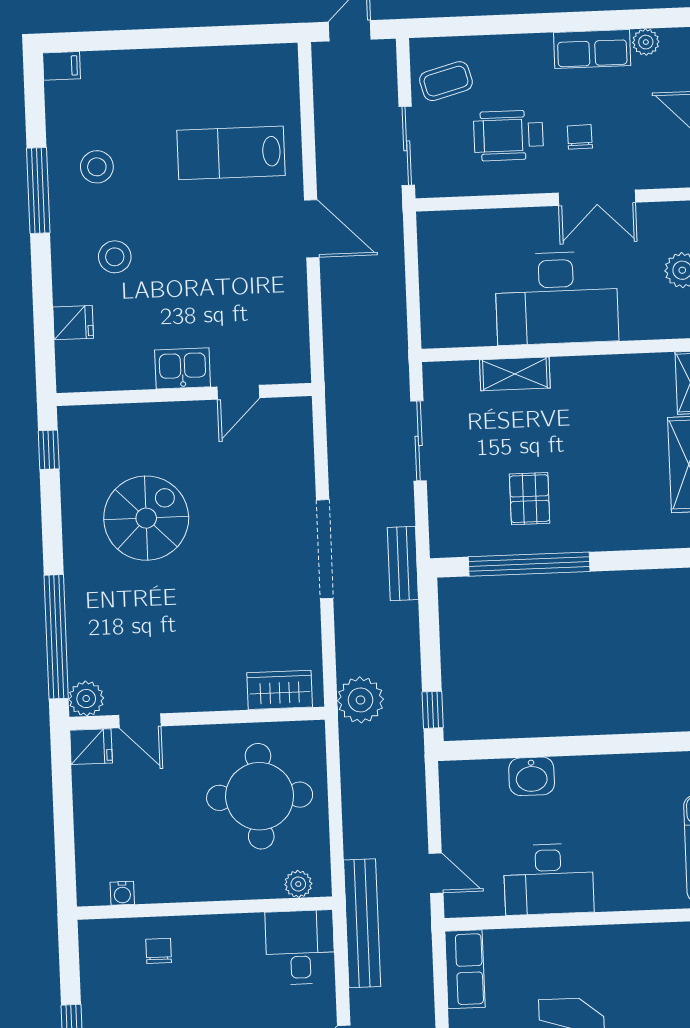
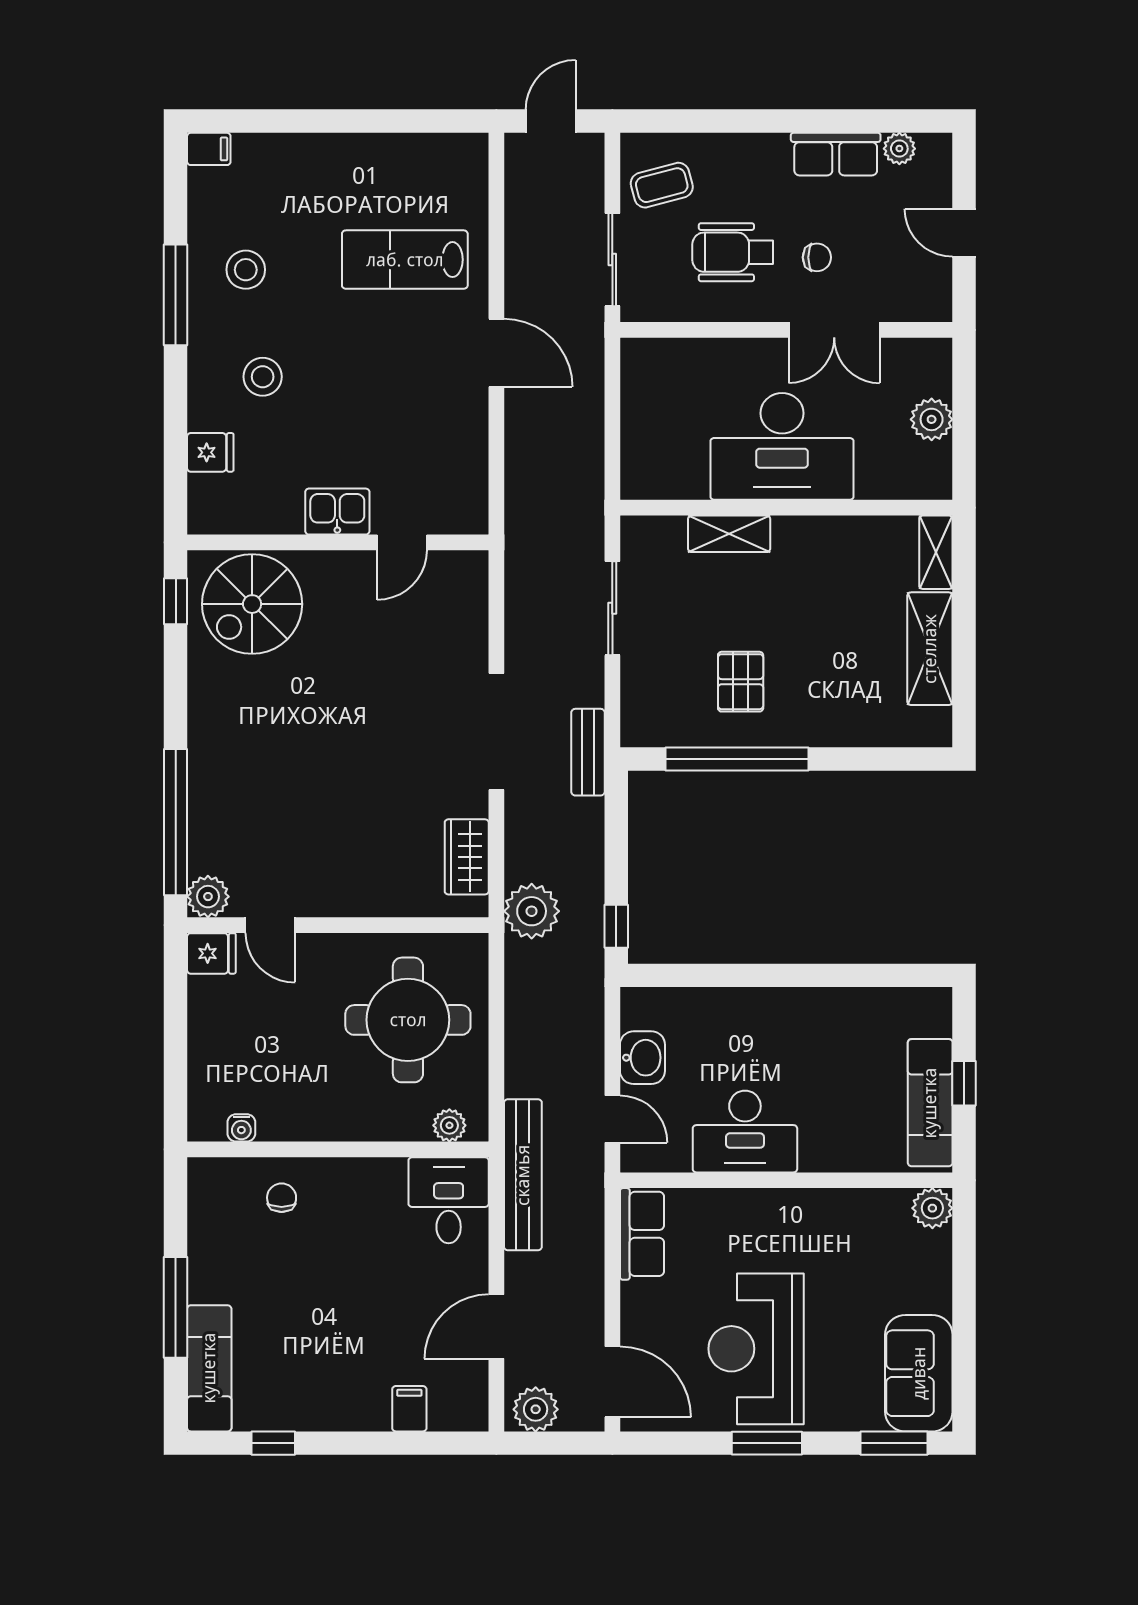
chair: (580, 137) -> (817, 257), turned 91
spiral stairs: (146, 518) -> (252, 604), moved, turned 180
wardrobe: (280, 690) -> (467, 857), moved, turned -90
washbasin: (532, 776) -> (642, 1058), moved, turned -90

